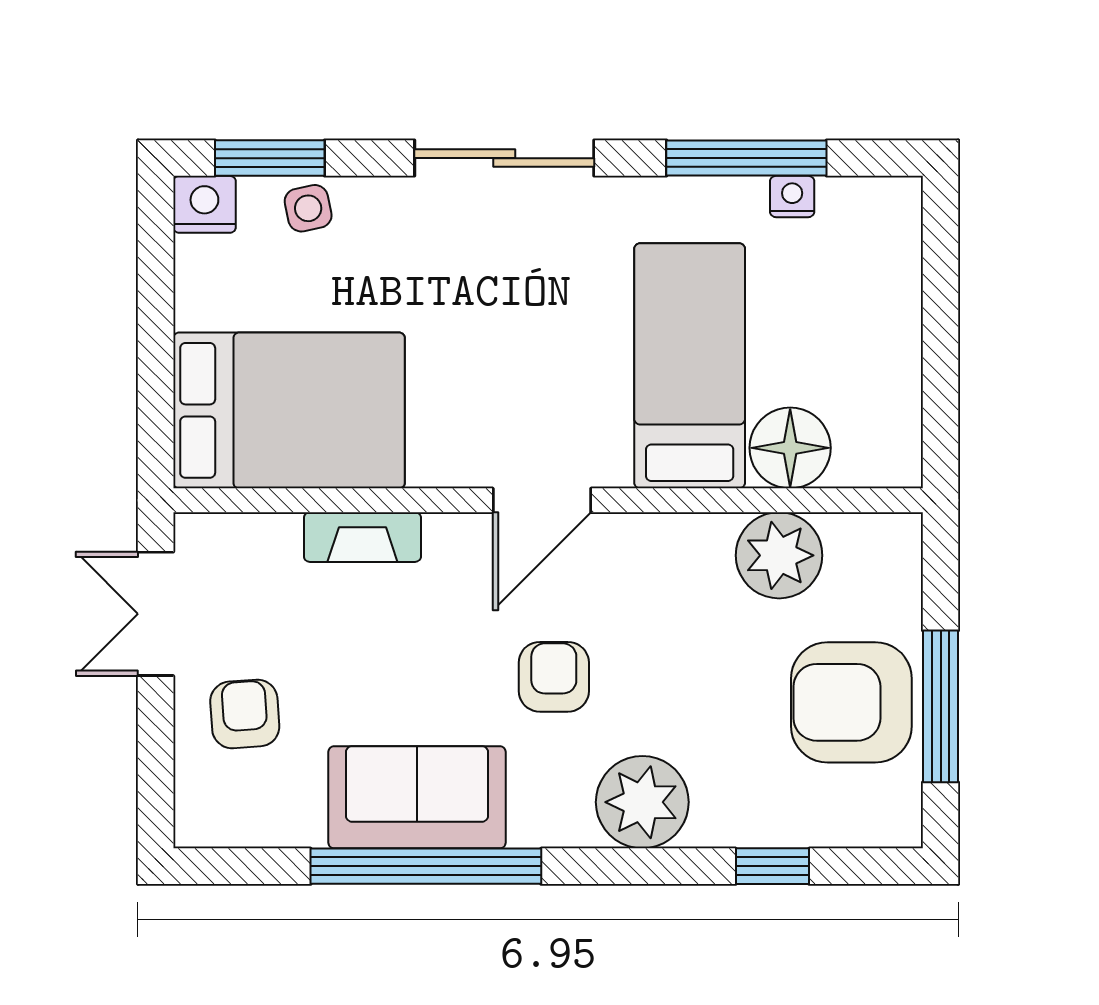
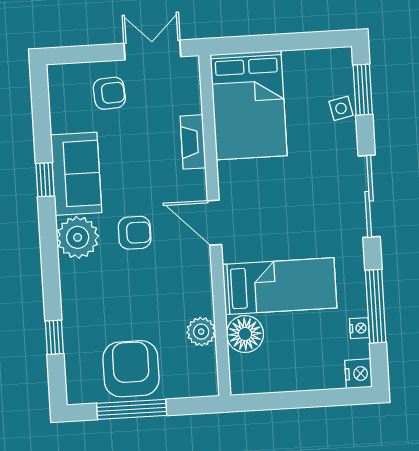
nightstand: (204, 204) -> (359, 374), moved
plant: (779, 555) -> (201, 332), width x0.73, depth x0.73
plant: (642, 802) -> (78, 237), moved
window: (426, 866) -> (45, 180), width x0.32

